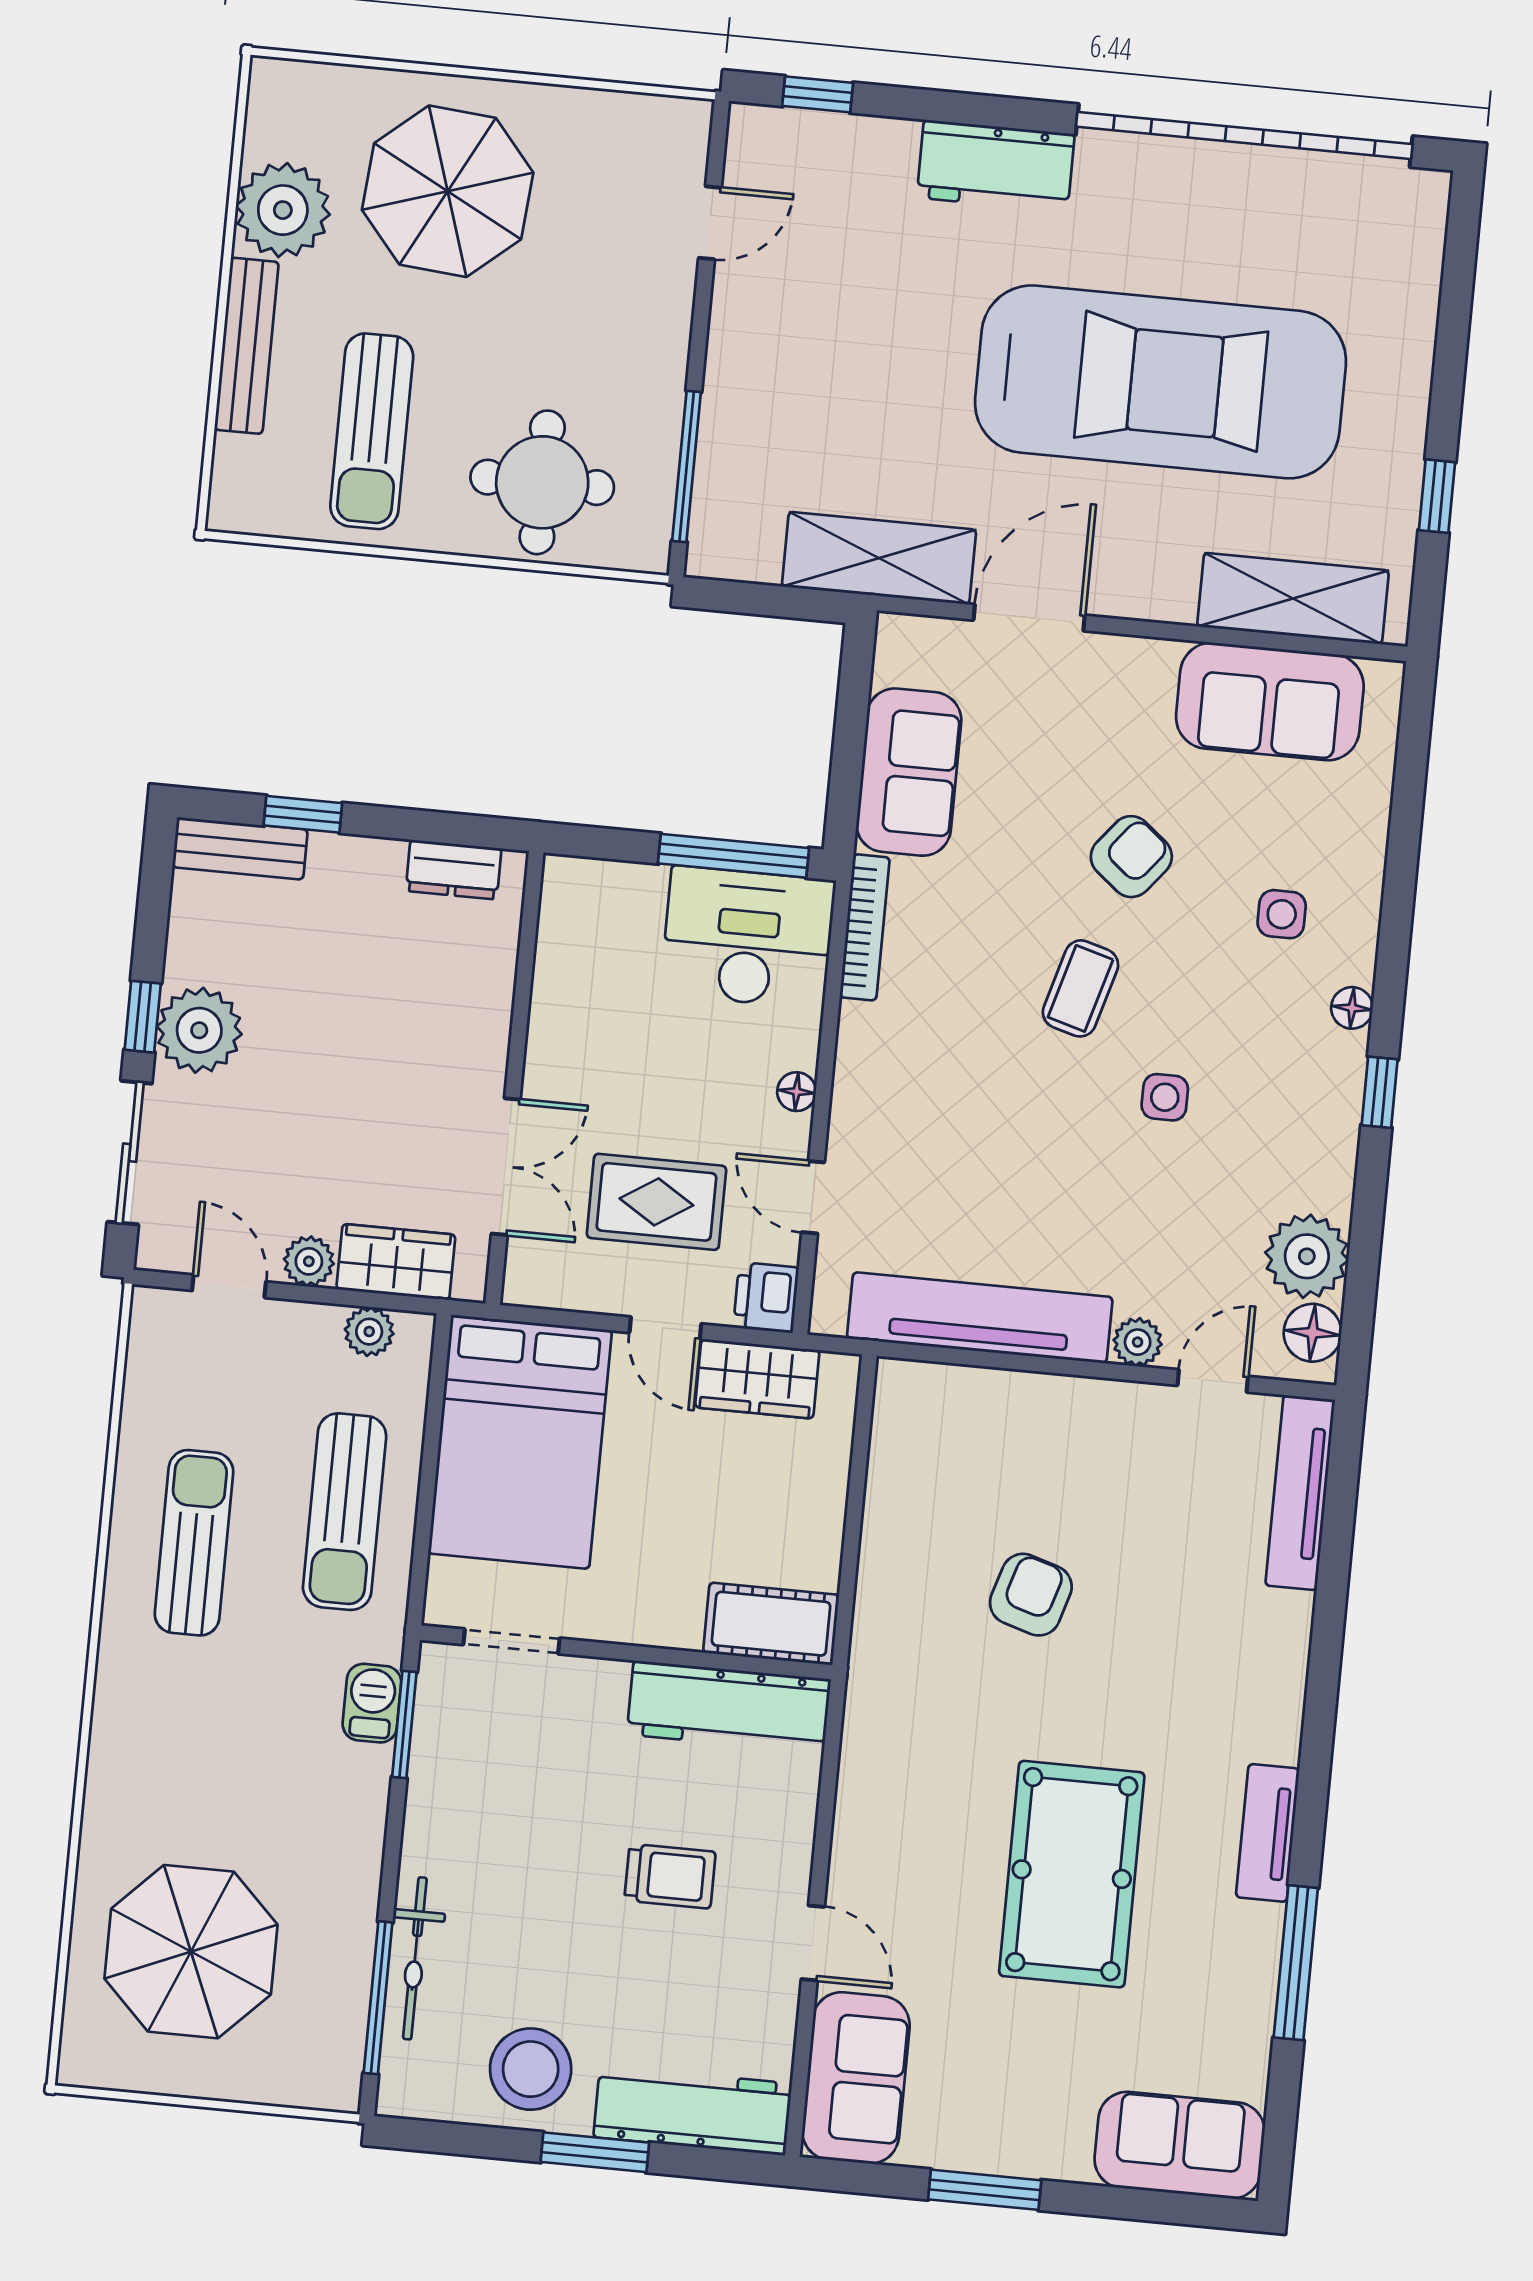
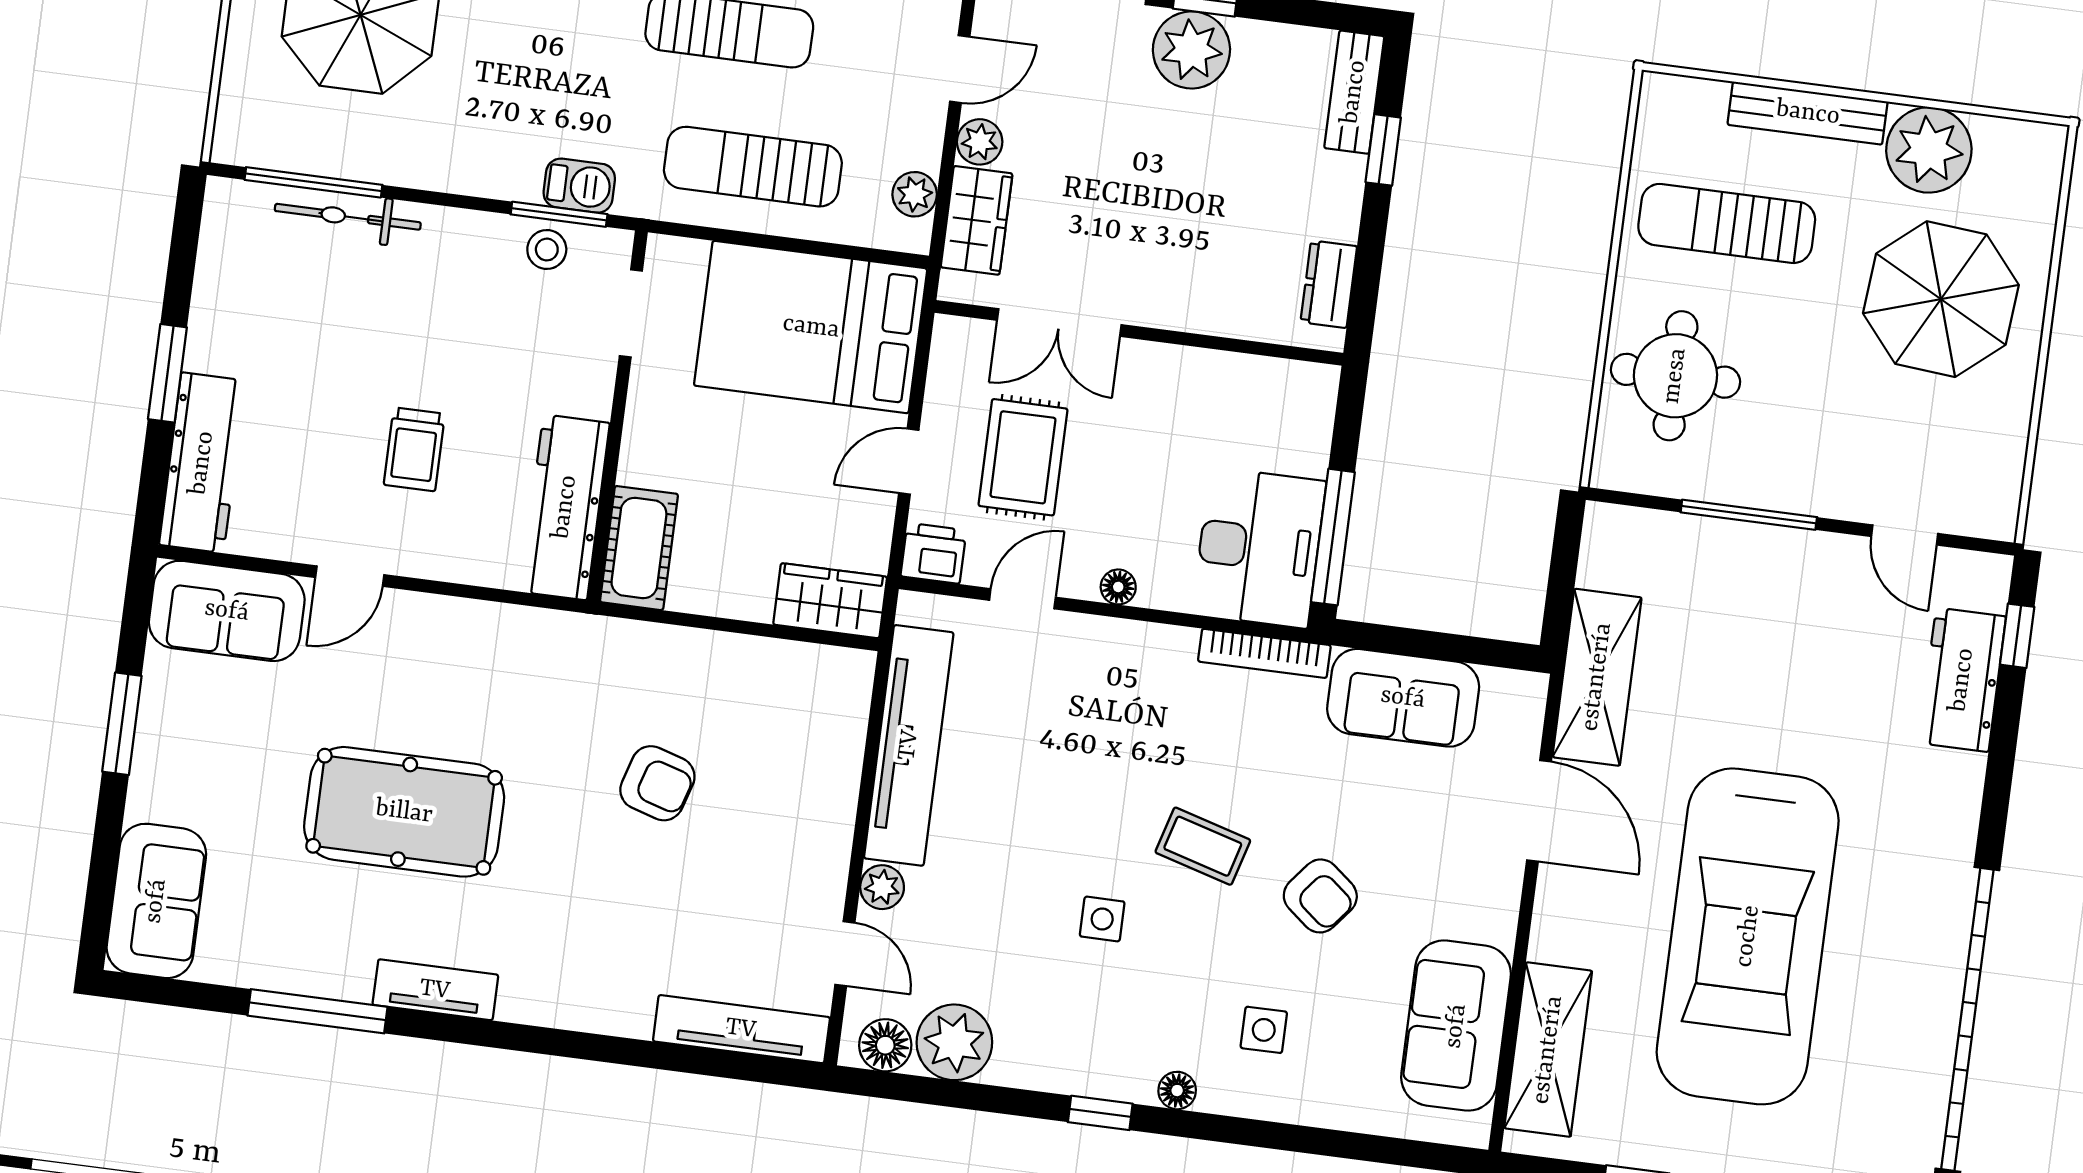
workbench: (996, 166) -> (1962, 680), moved
window: (687, 466) -> (1749, 515), moved
wardrobe: (757, 1379) -> (830, 601), moved, turned 90
stool: (531, 2069) -> (547, 250), moved, width x0.53, depth x0.53

